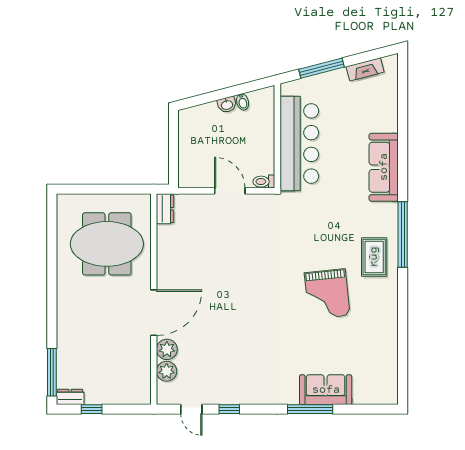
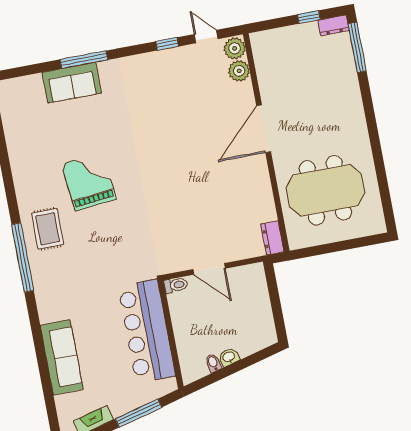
sofa: (384, 167) -> (62, 357), moved
plant: (167, 349) -> (235, 48), moved

